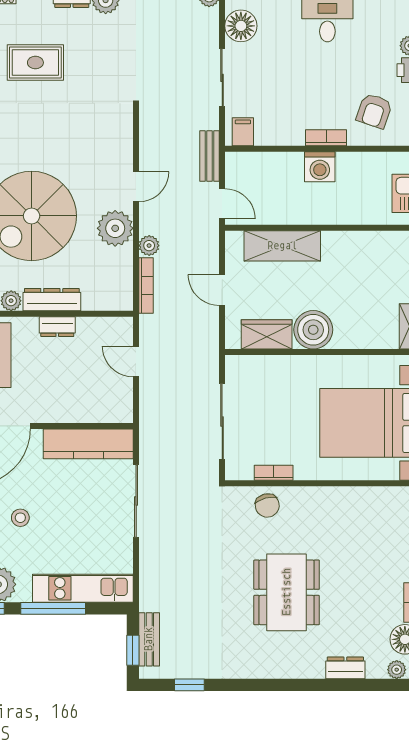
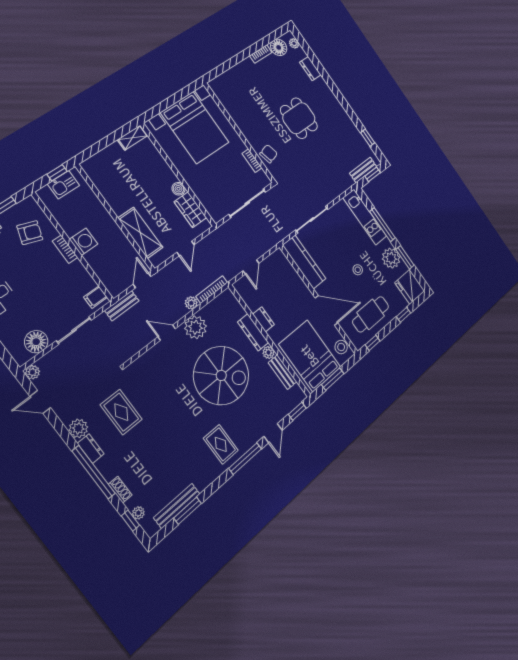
rug: (35, 63) -> (121, 412), moved
boiler: (313, 330) -> (178, 189), width x0.54, depth x0.54
dining table: (287, 592) -> (299, 118), width x0.73

